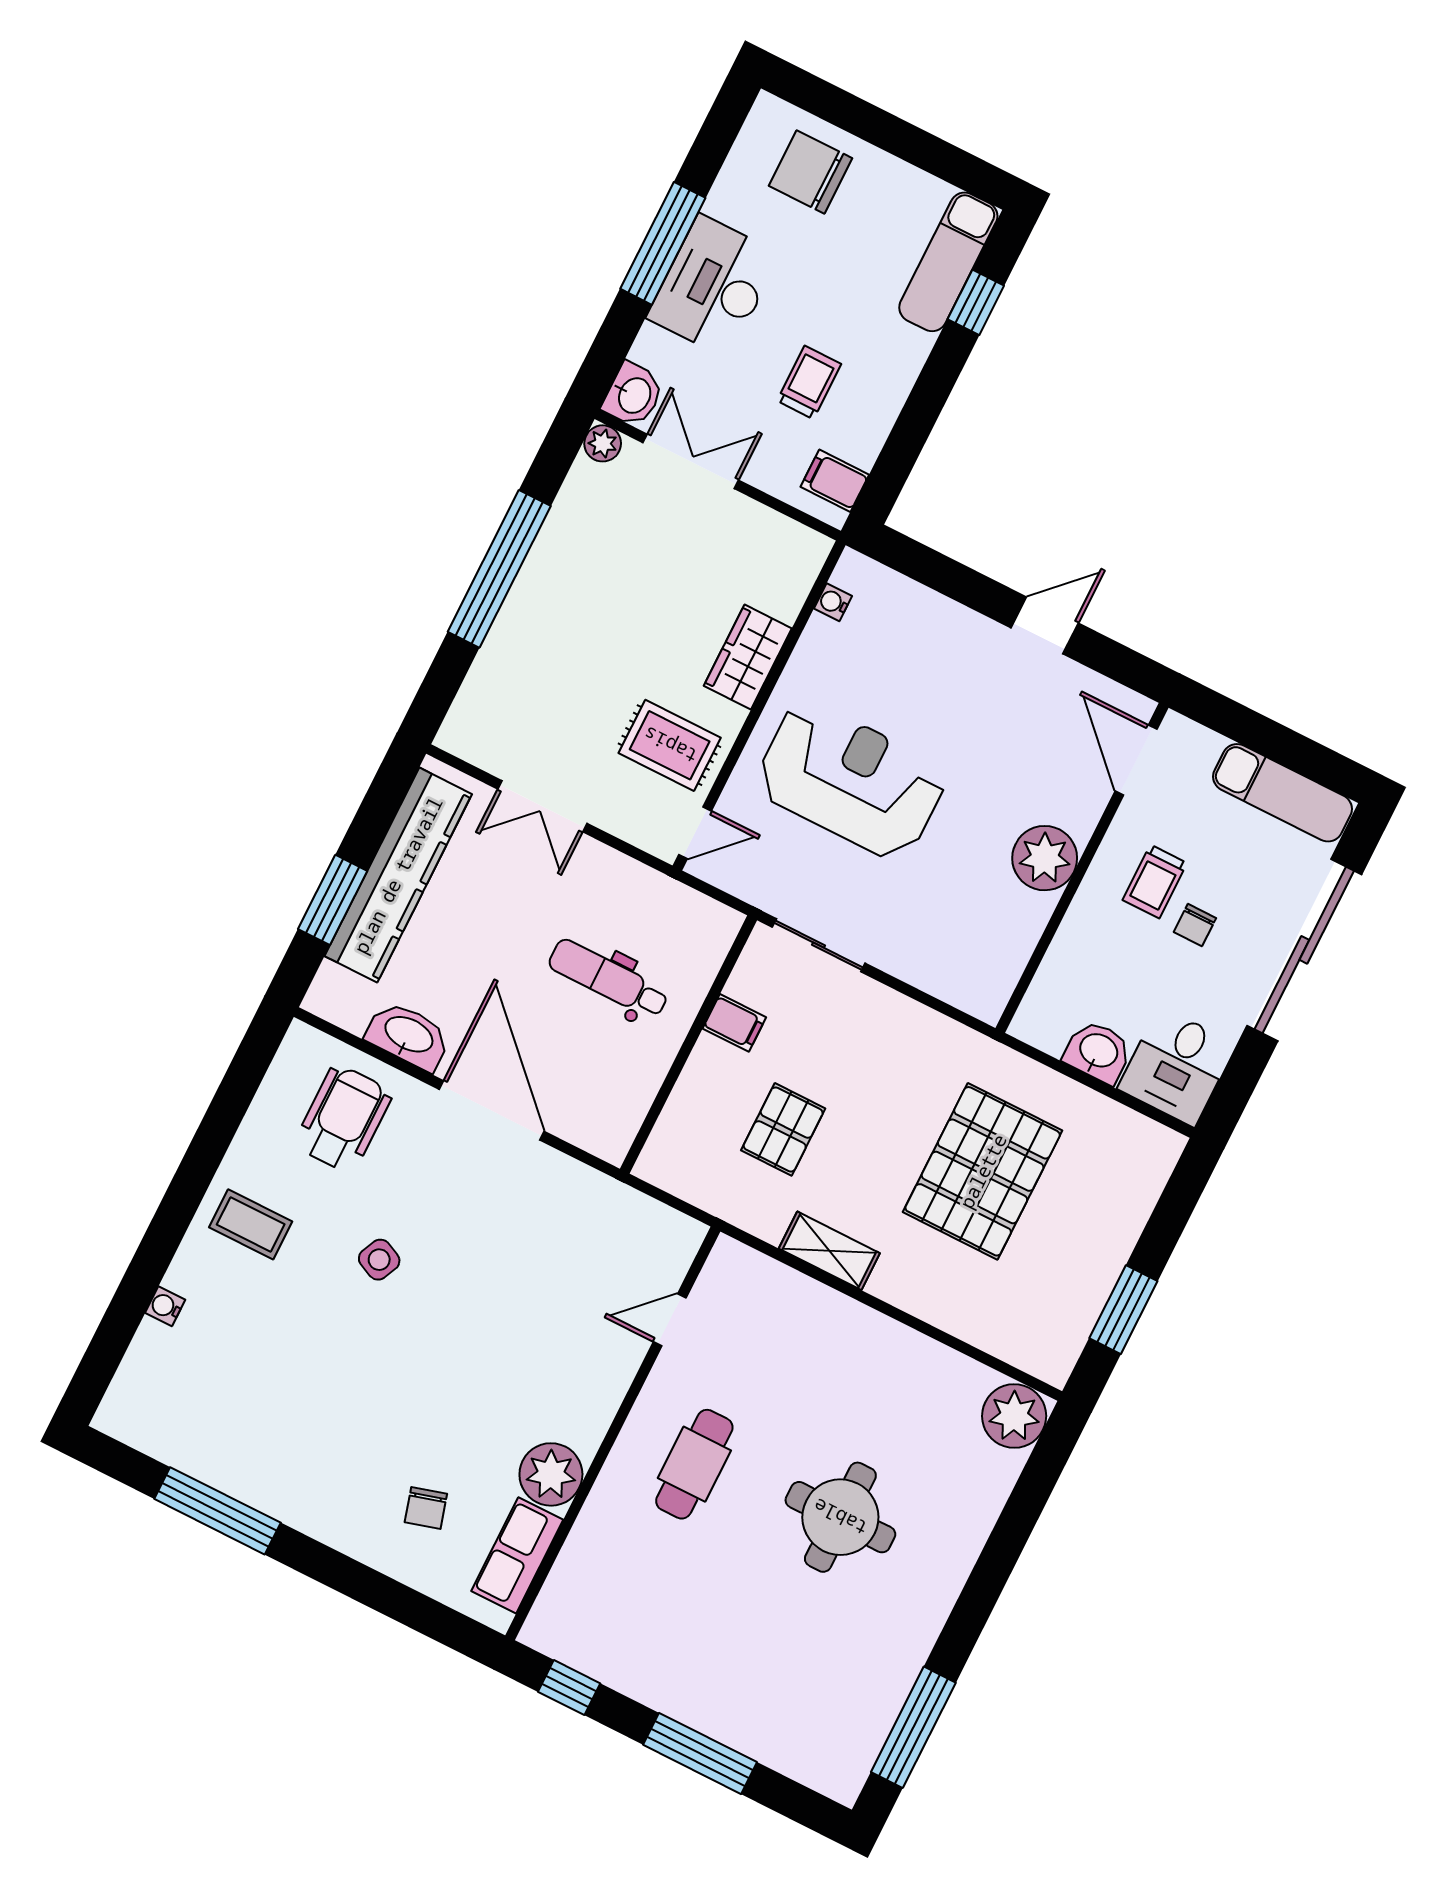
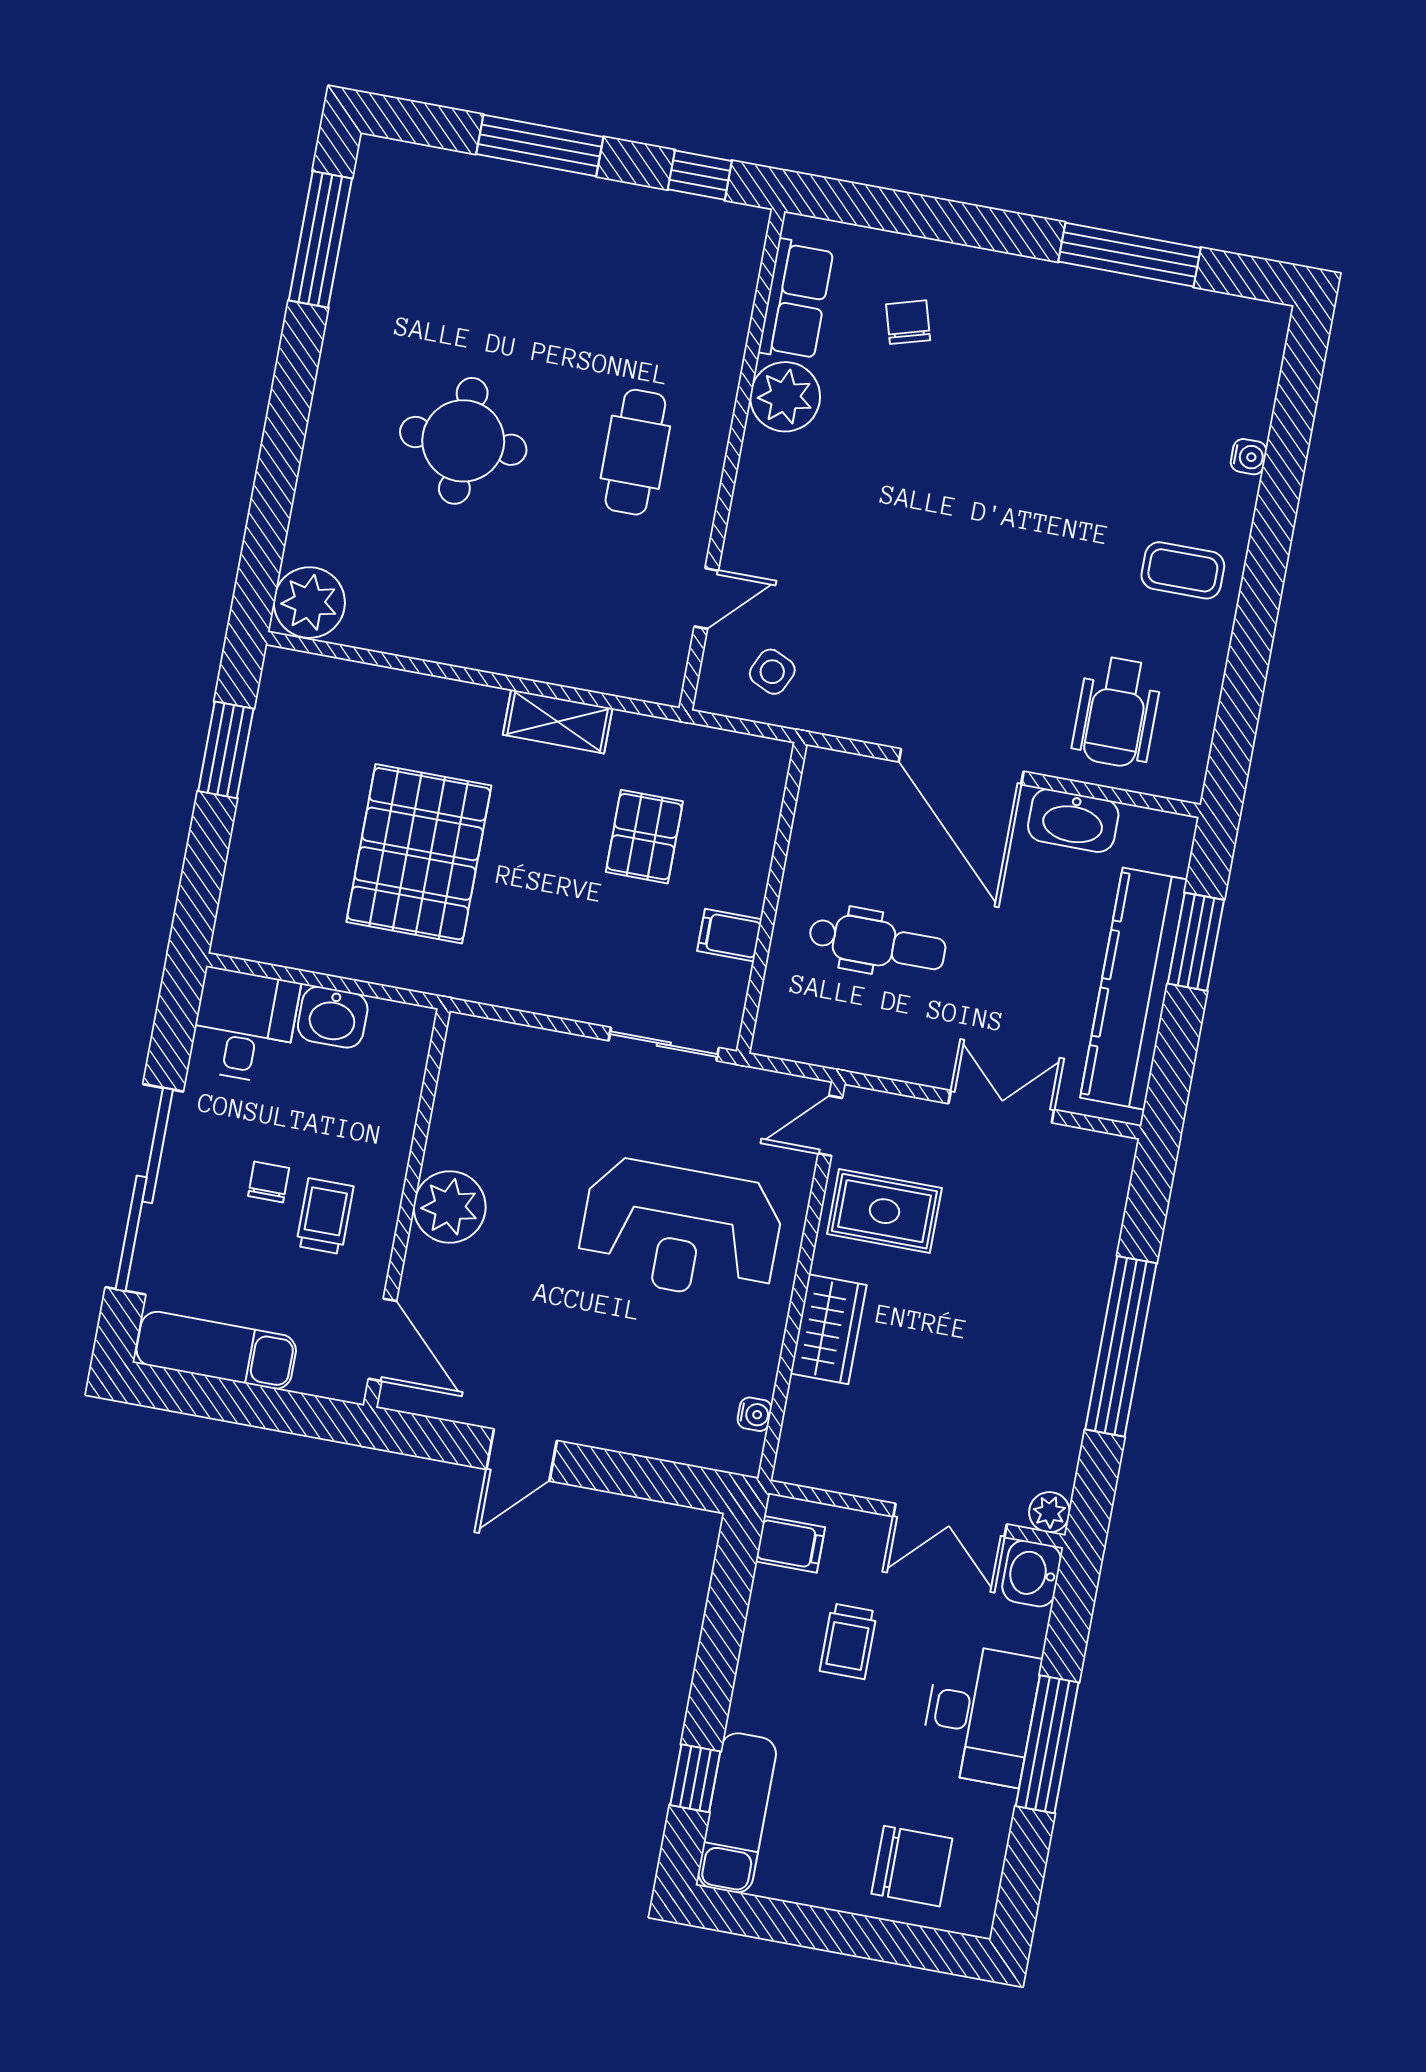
side table: (379, 1260) -> (772, 672), moved

